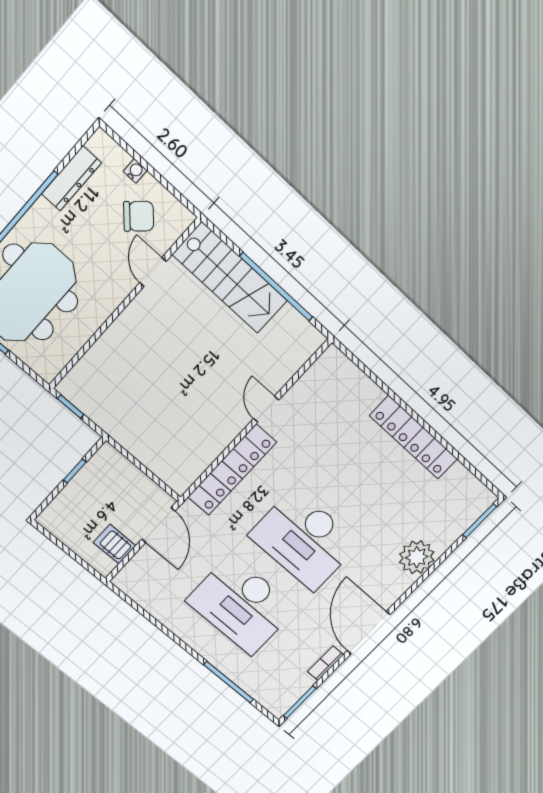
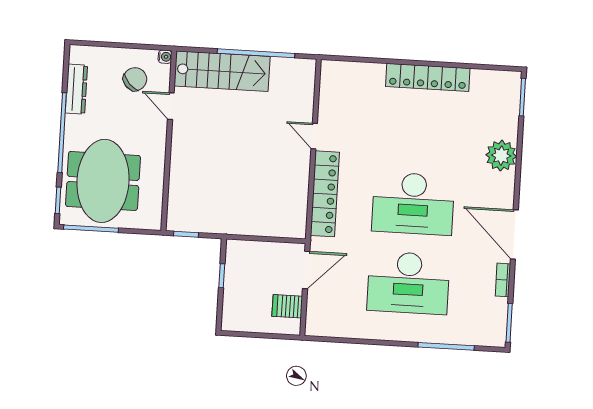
water cooler: (135, 171) -> (165, 57), moved, turned 90
door: (158, 525) -> (306, 270), hinge flipped

